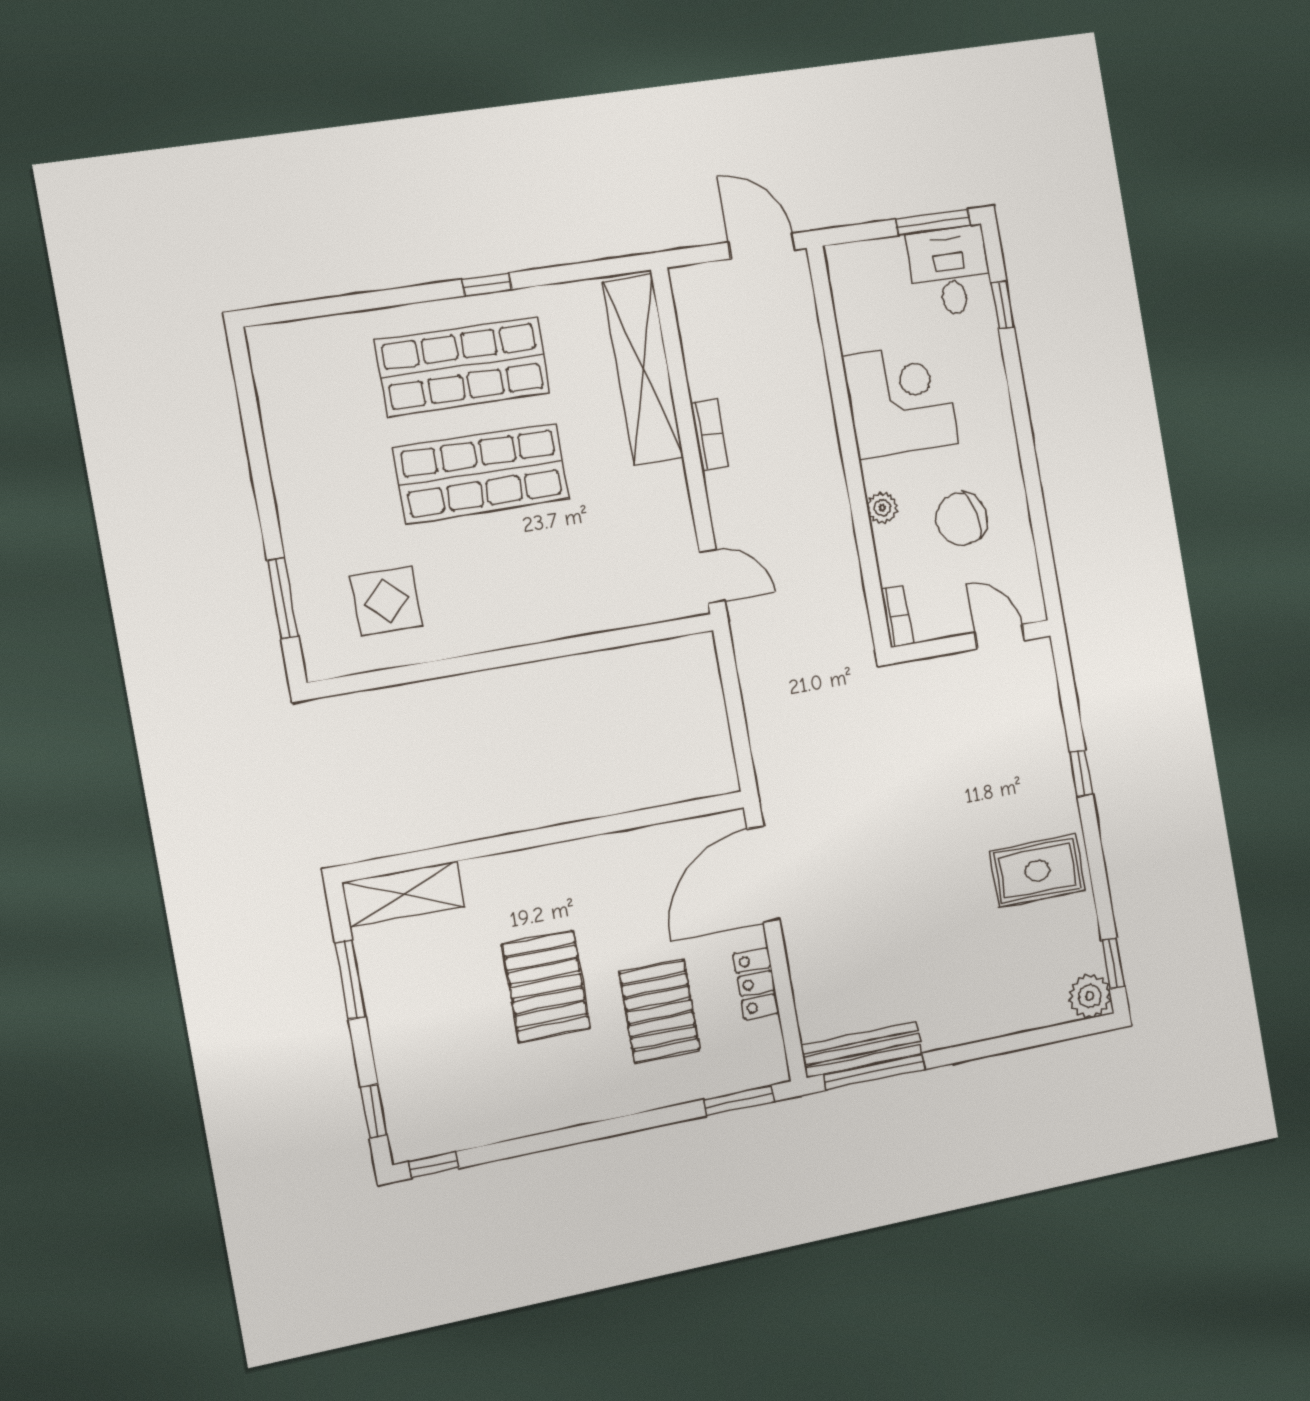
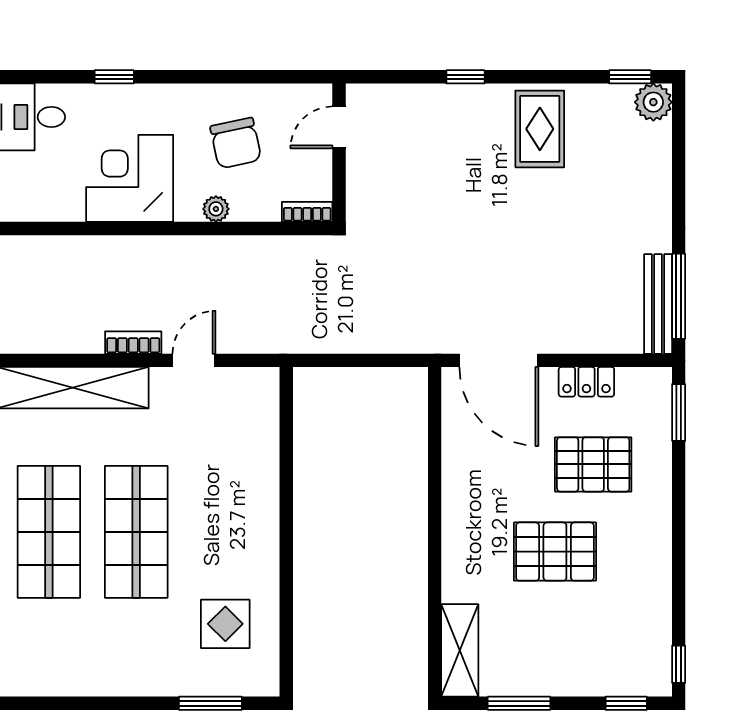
window: (1002, 305) -> (114, 77), moved
door: (712, 576) -> (194, 360), moved

